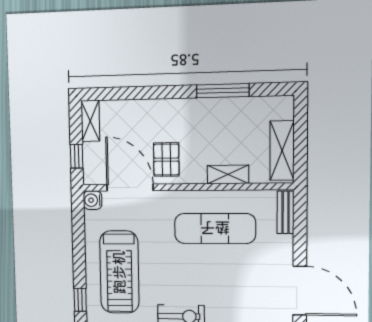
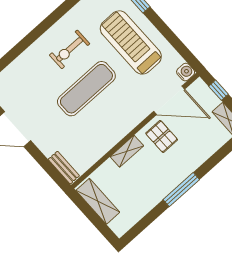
window: (223, 91) -> (181, 190), moved
shelving: (228, 174) -> (127, 151), moved
exercise mat: (215, 228) -> (86, 89), moved

